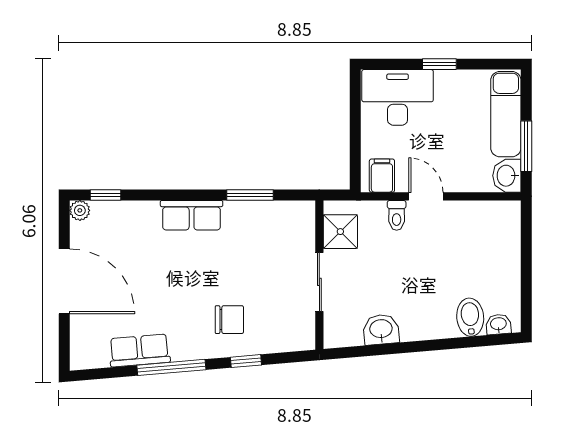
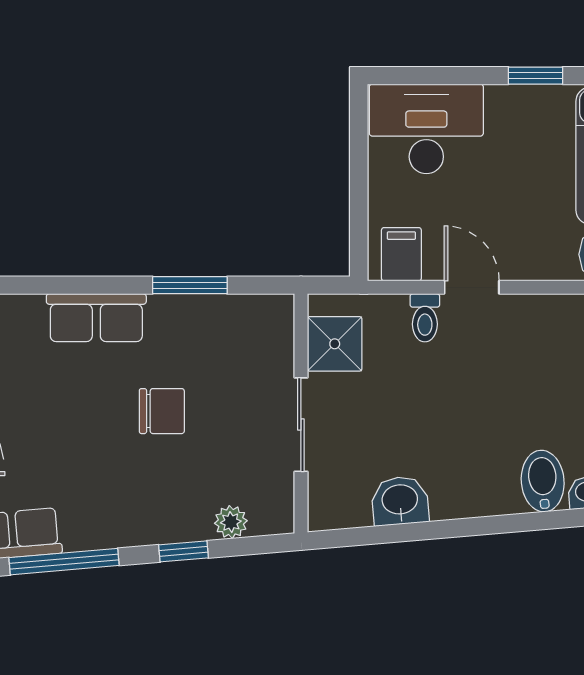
window: (439, 64) -> (535, 76), moved
chair: (229, 320) -> (162, 411), moved
plant: (276, 343) -> (231, 522), added

